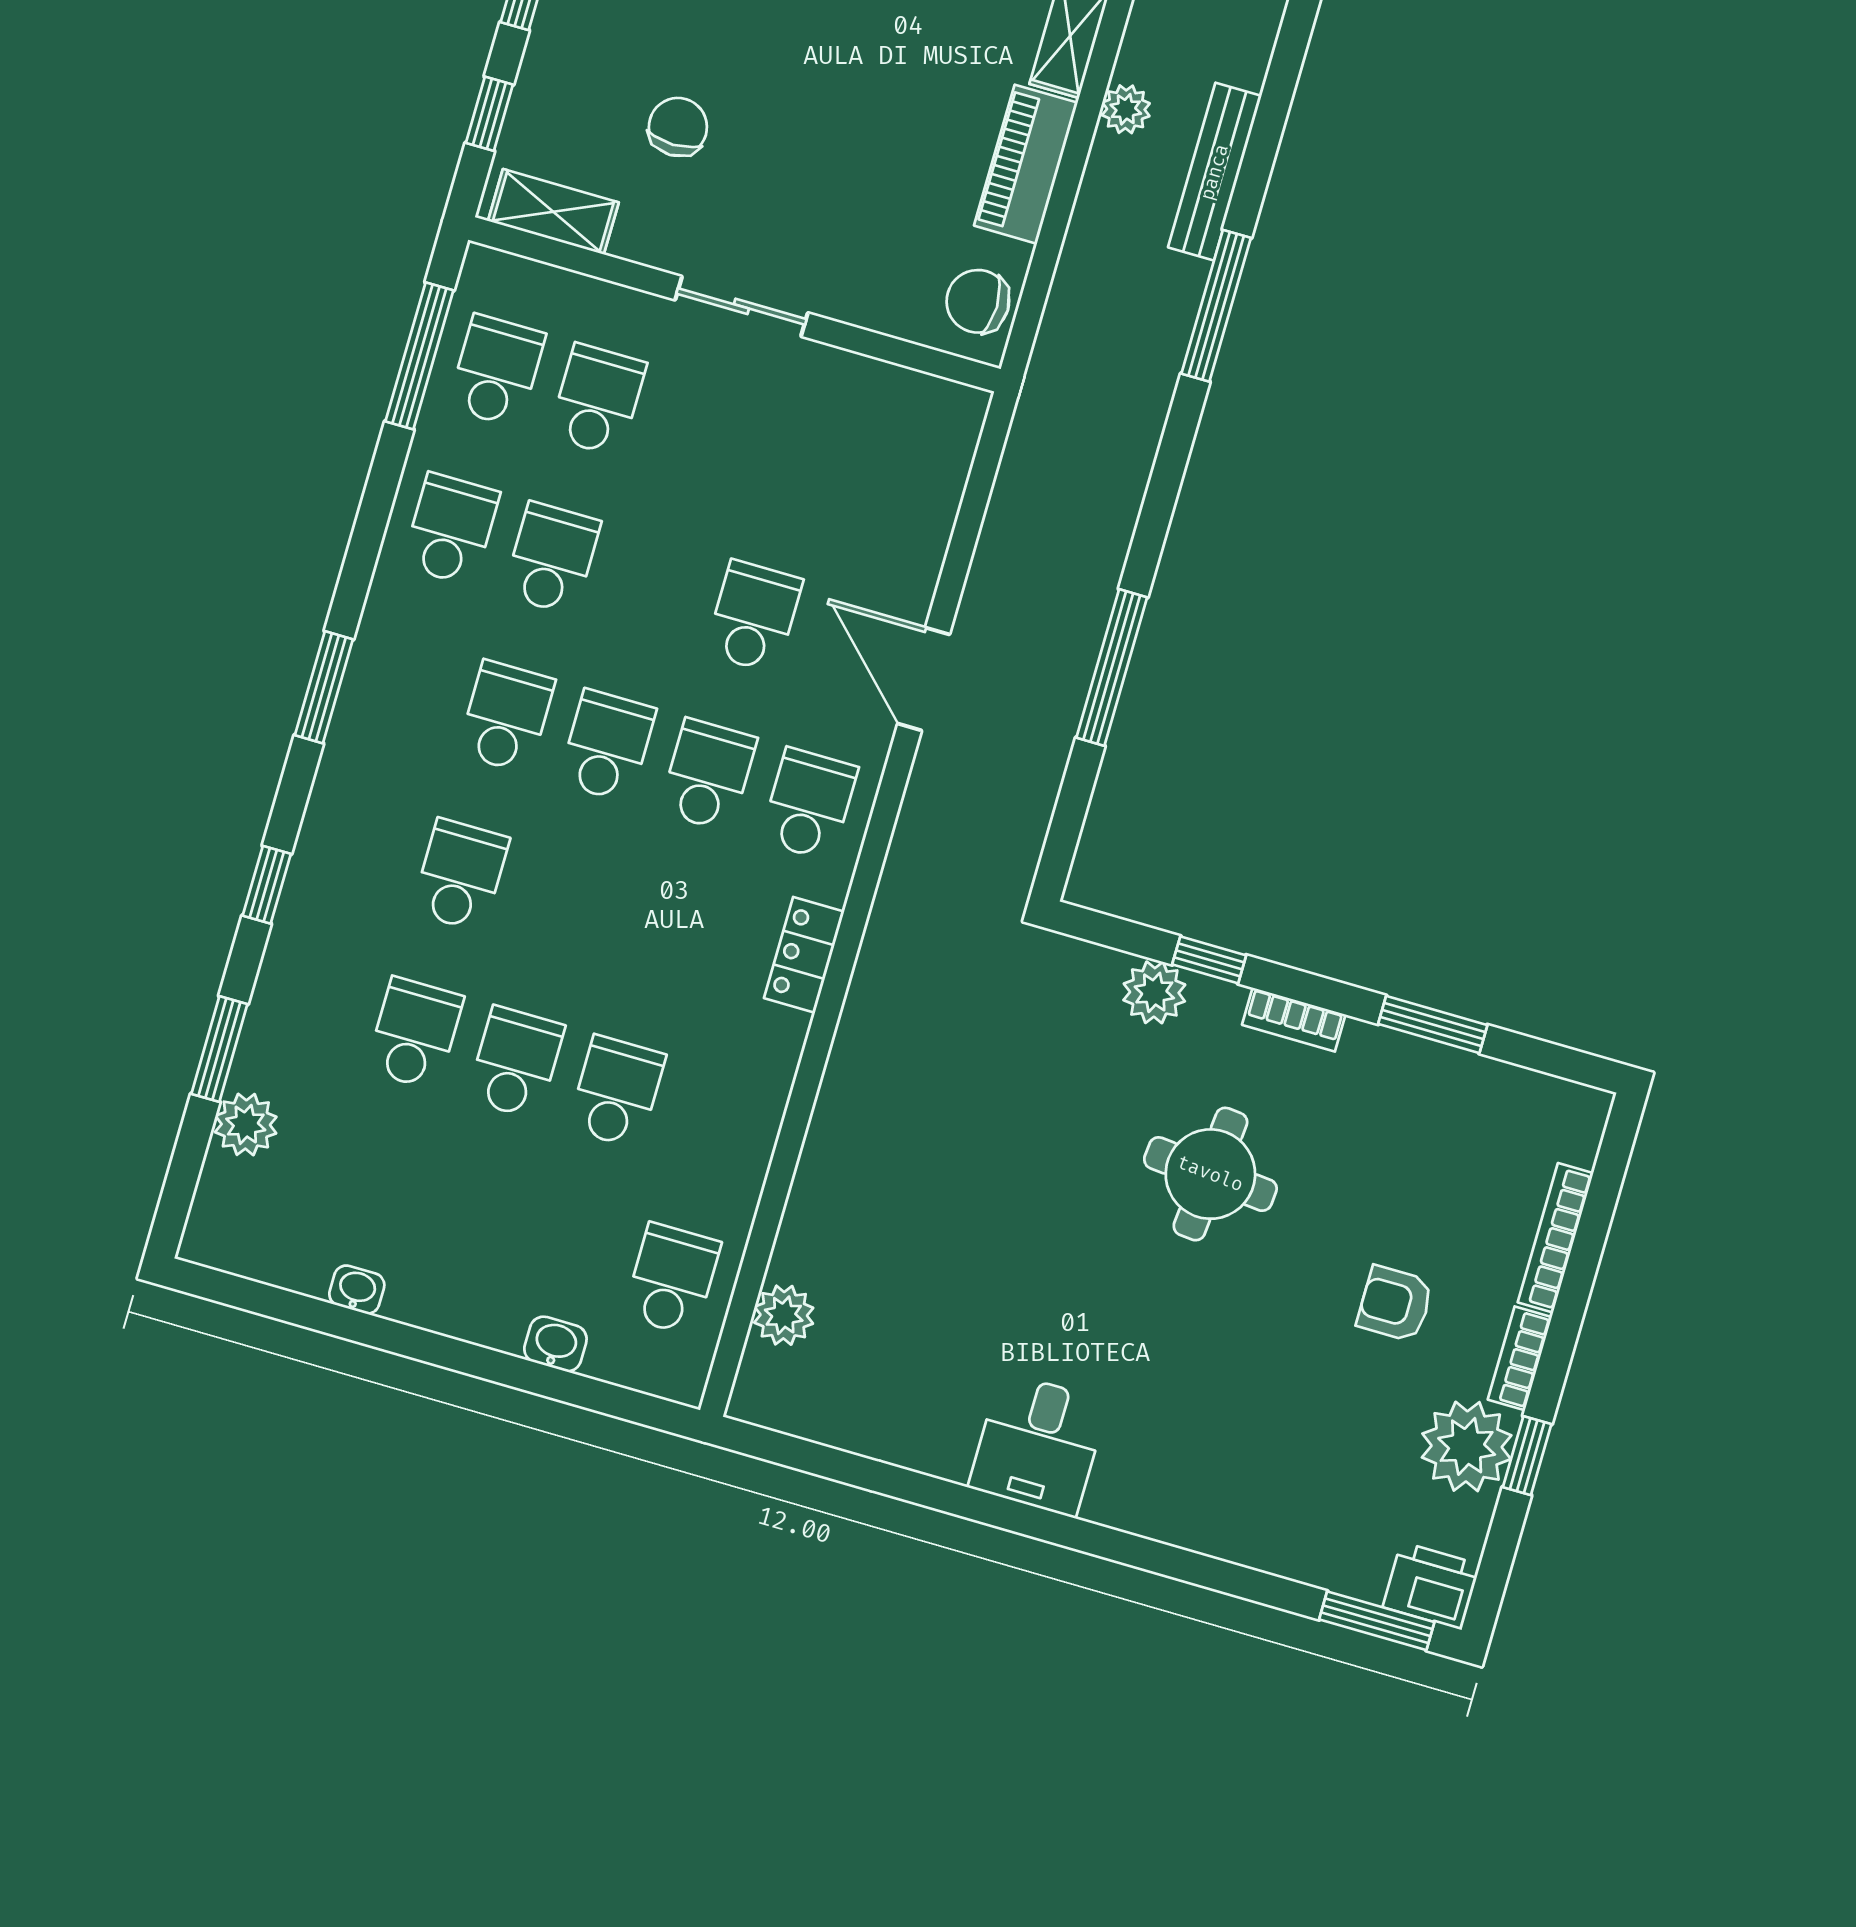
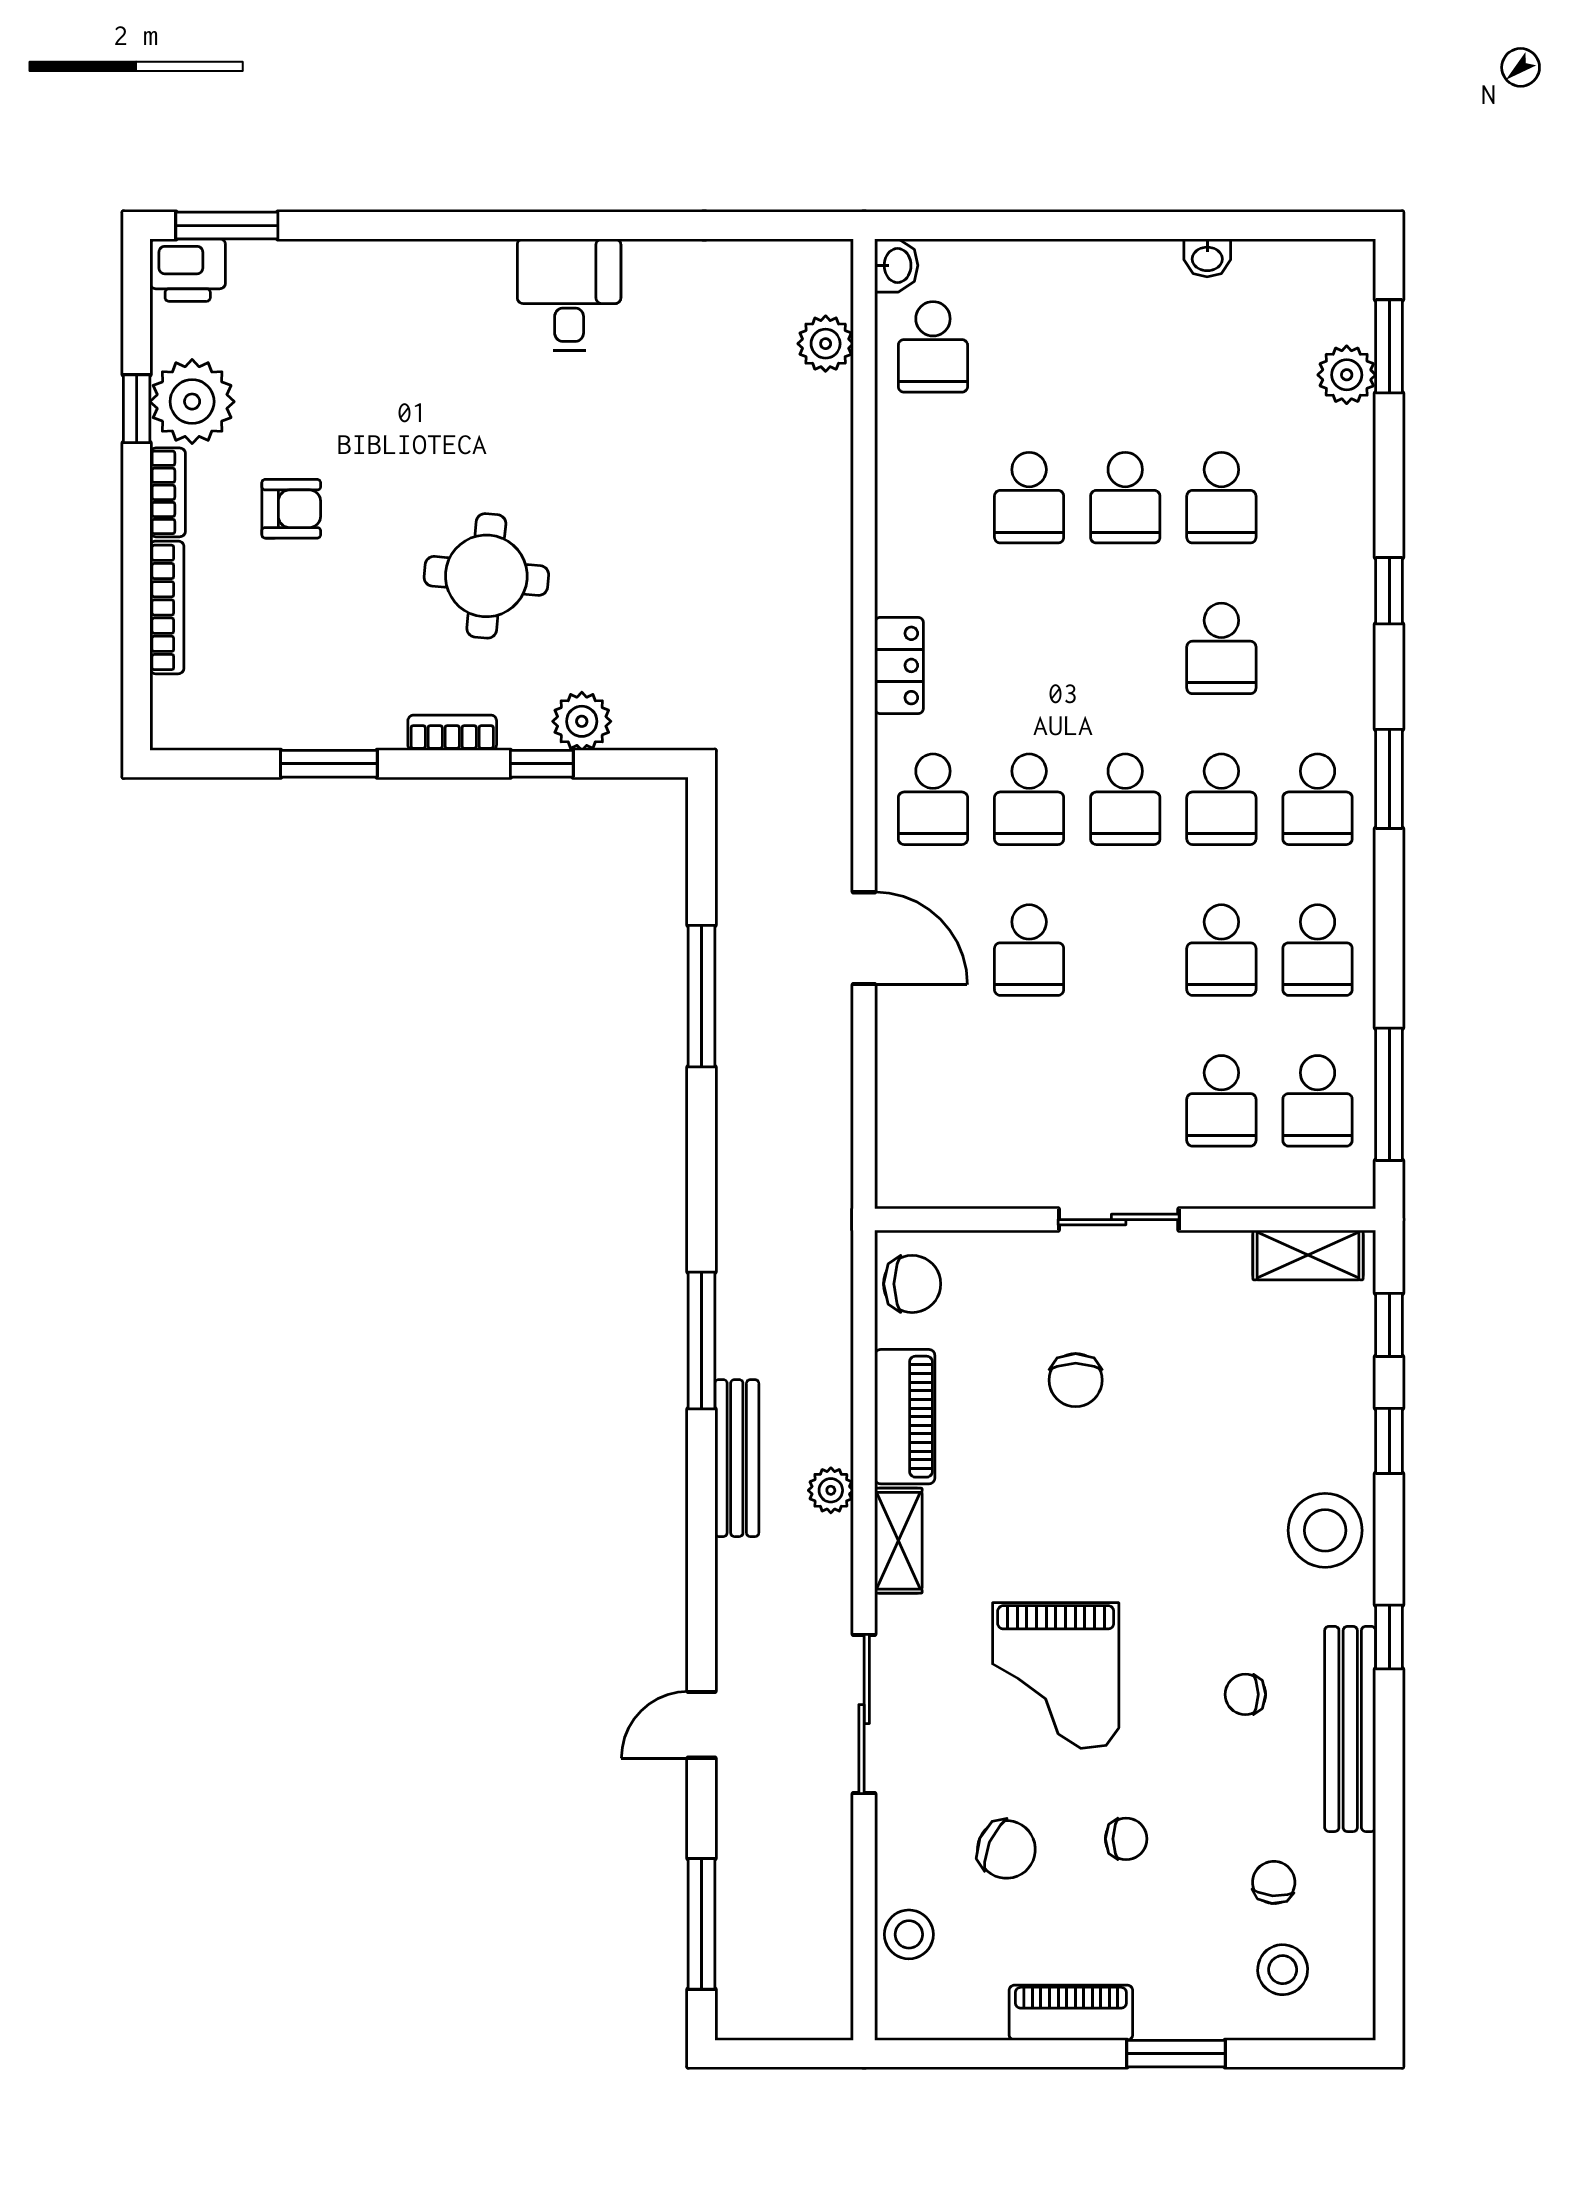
chair: (678, 127) -> (1076, 1380), moved
school desk: (405, 688) -> (1318, 799), added
window: (219, 1049) -> (1389, 346), moved
washbasin: (555, 1344) -> (896, 265), moved, turned -90

